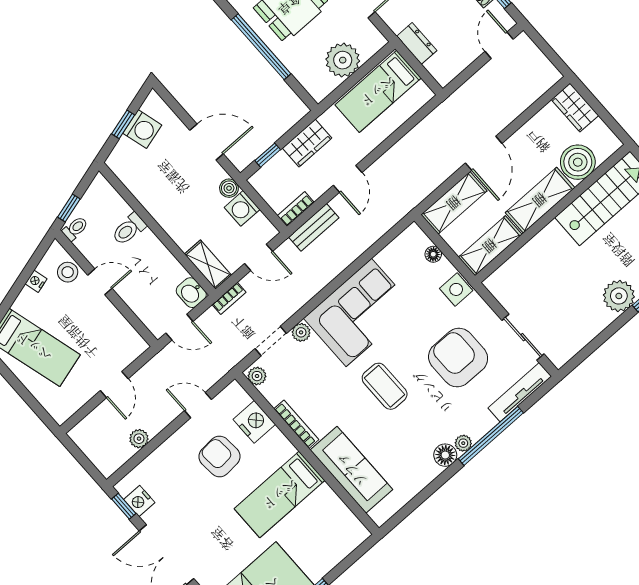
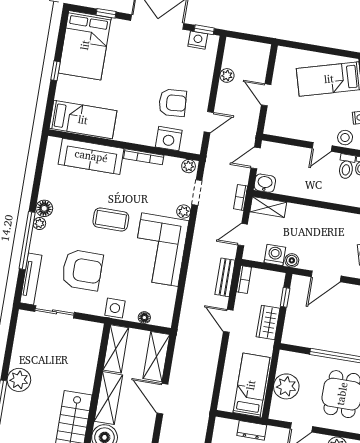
toilet: (129, 229) -> (346, 167), moved, turned 180
bed: (280, 494) -> (83, 120), moved, turned 90

